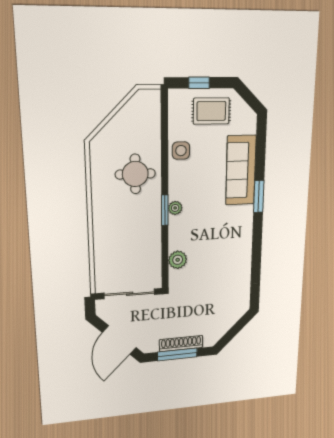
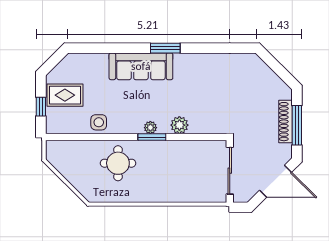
rug: (211, 111) -> (65, 95), turned 90
sofa: (241, 170) -> (141, 66), moved
window: (259, 196) -> (165, 48), moved
plant: (178, 260) -> (179, 125), moved

